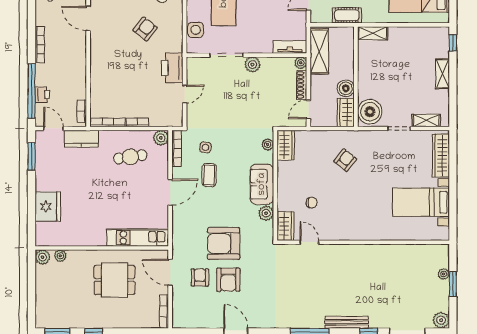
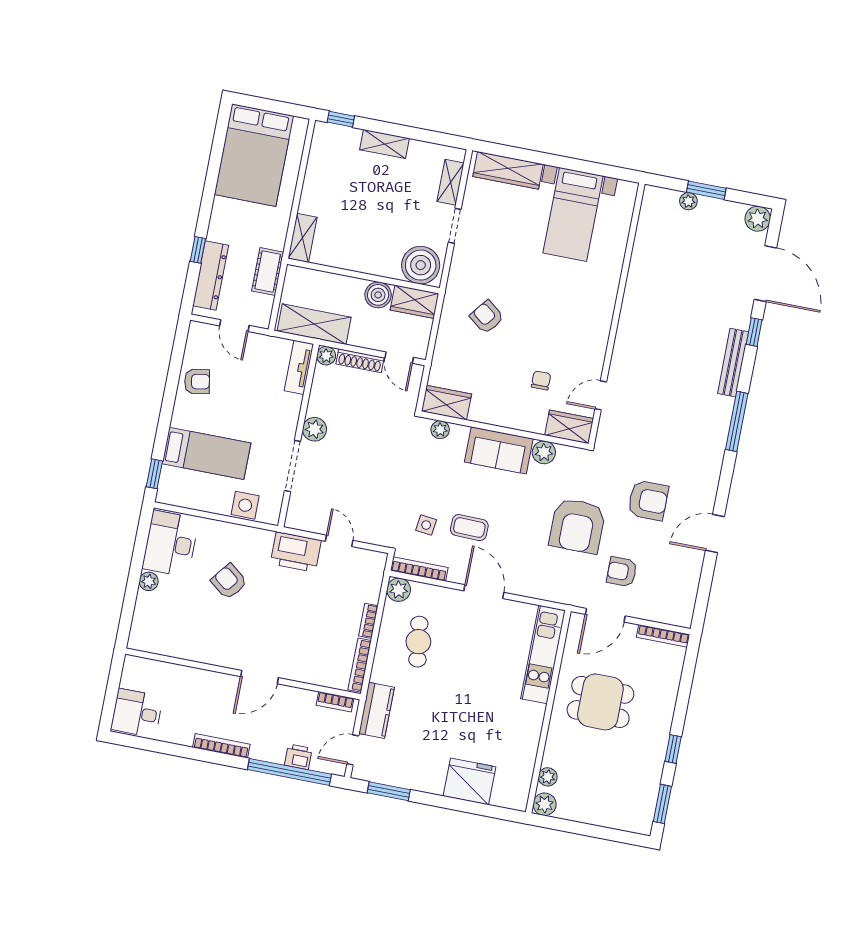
door: (88, 18) -> (259, 677), moved
dining table: (114, 280) -> (600, 702), turned 90
armchair: (228, 280) -> (648, 500), moved

